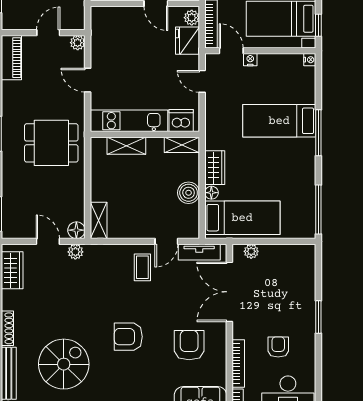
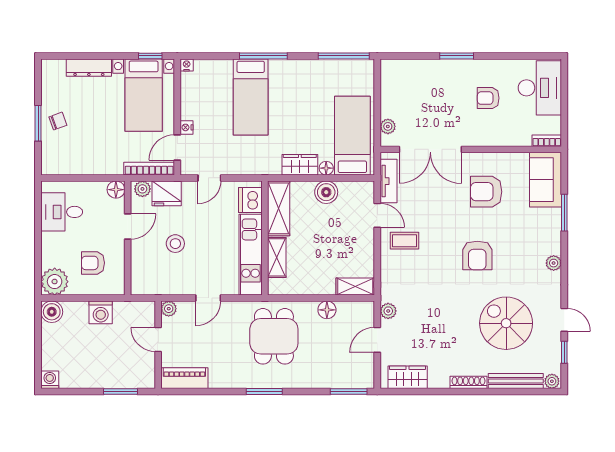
stool: (140, 49) -> (175, 244), added
shelving: (182, 145) -> (279, 208), width x1.50, depth x1.33
floor lamp: (76, 230) -> (327, 310), moved
bookcase: (238, 364) -> (506, 140), removed

